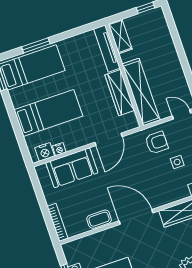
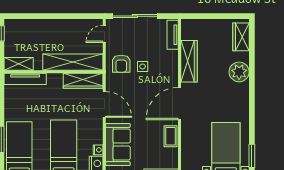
wardrobe: (120, 93) -> (83, 81), moved
armchair: (157, 142) -> (121, 64), turned 180
side table: (177, 162) -> (143, 66), moved

